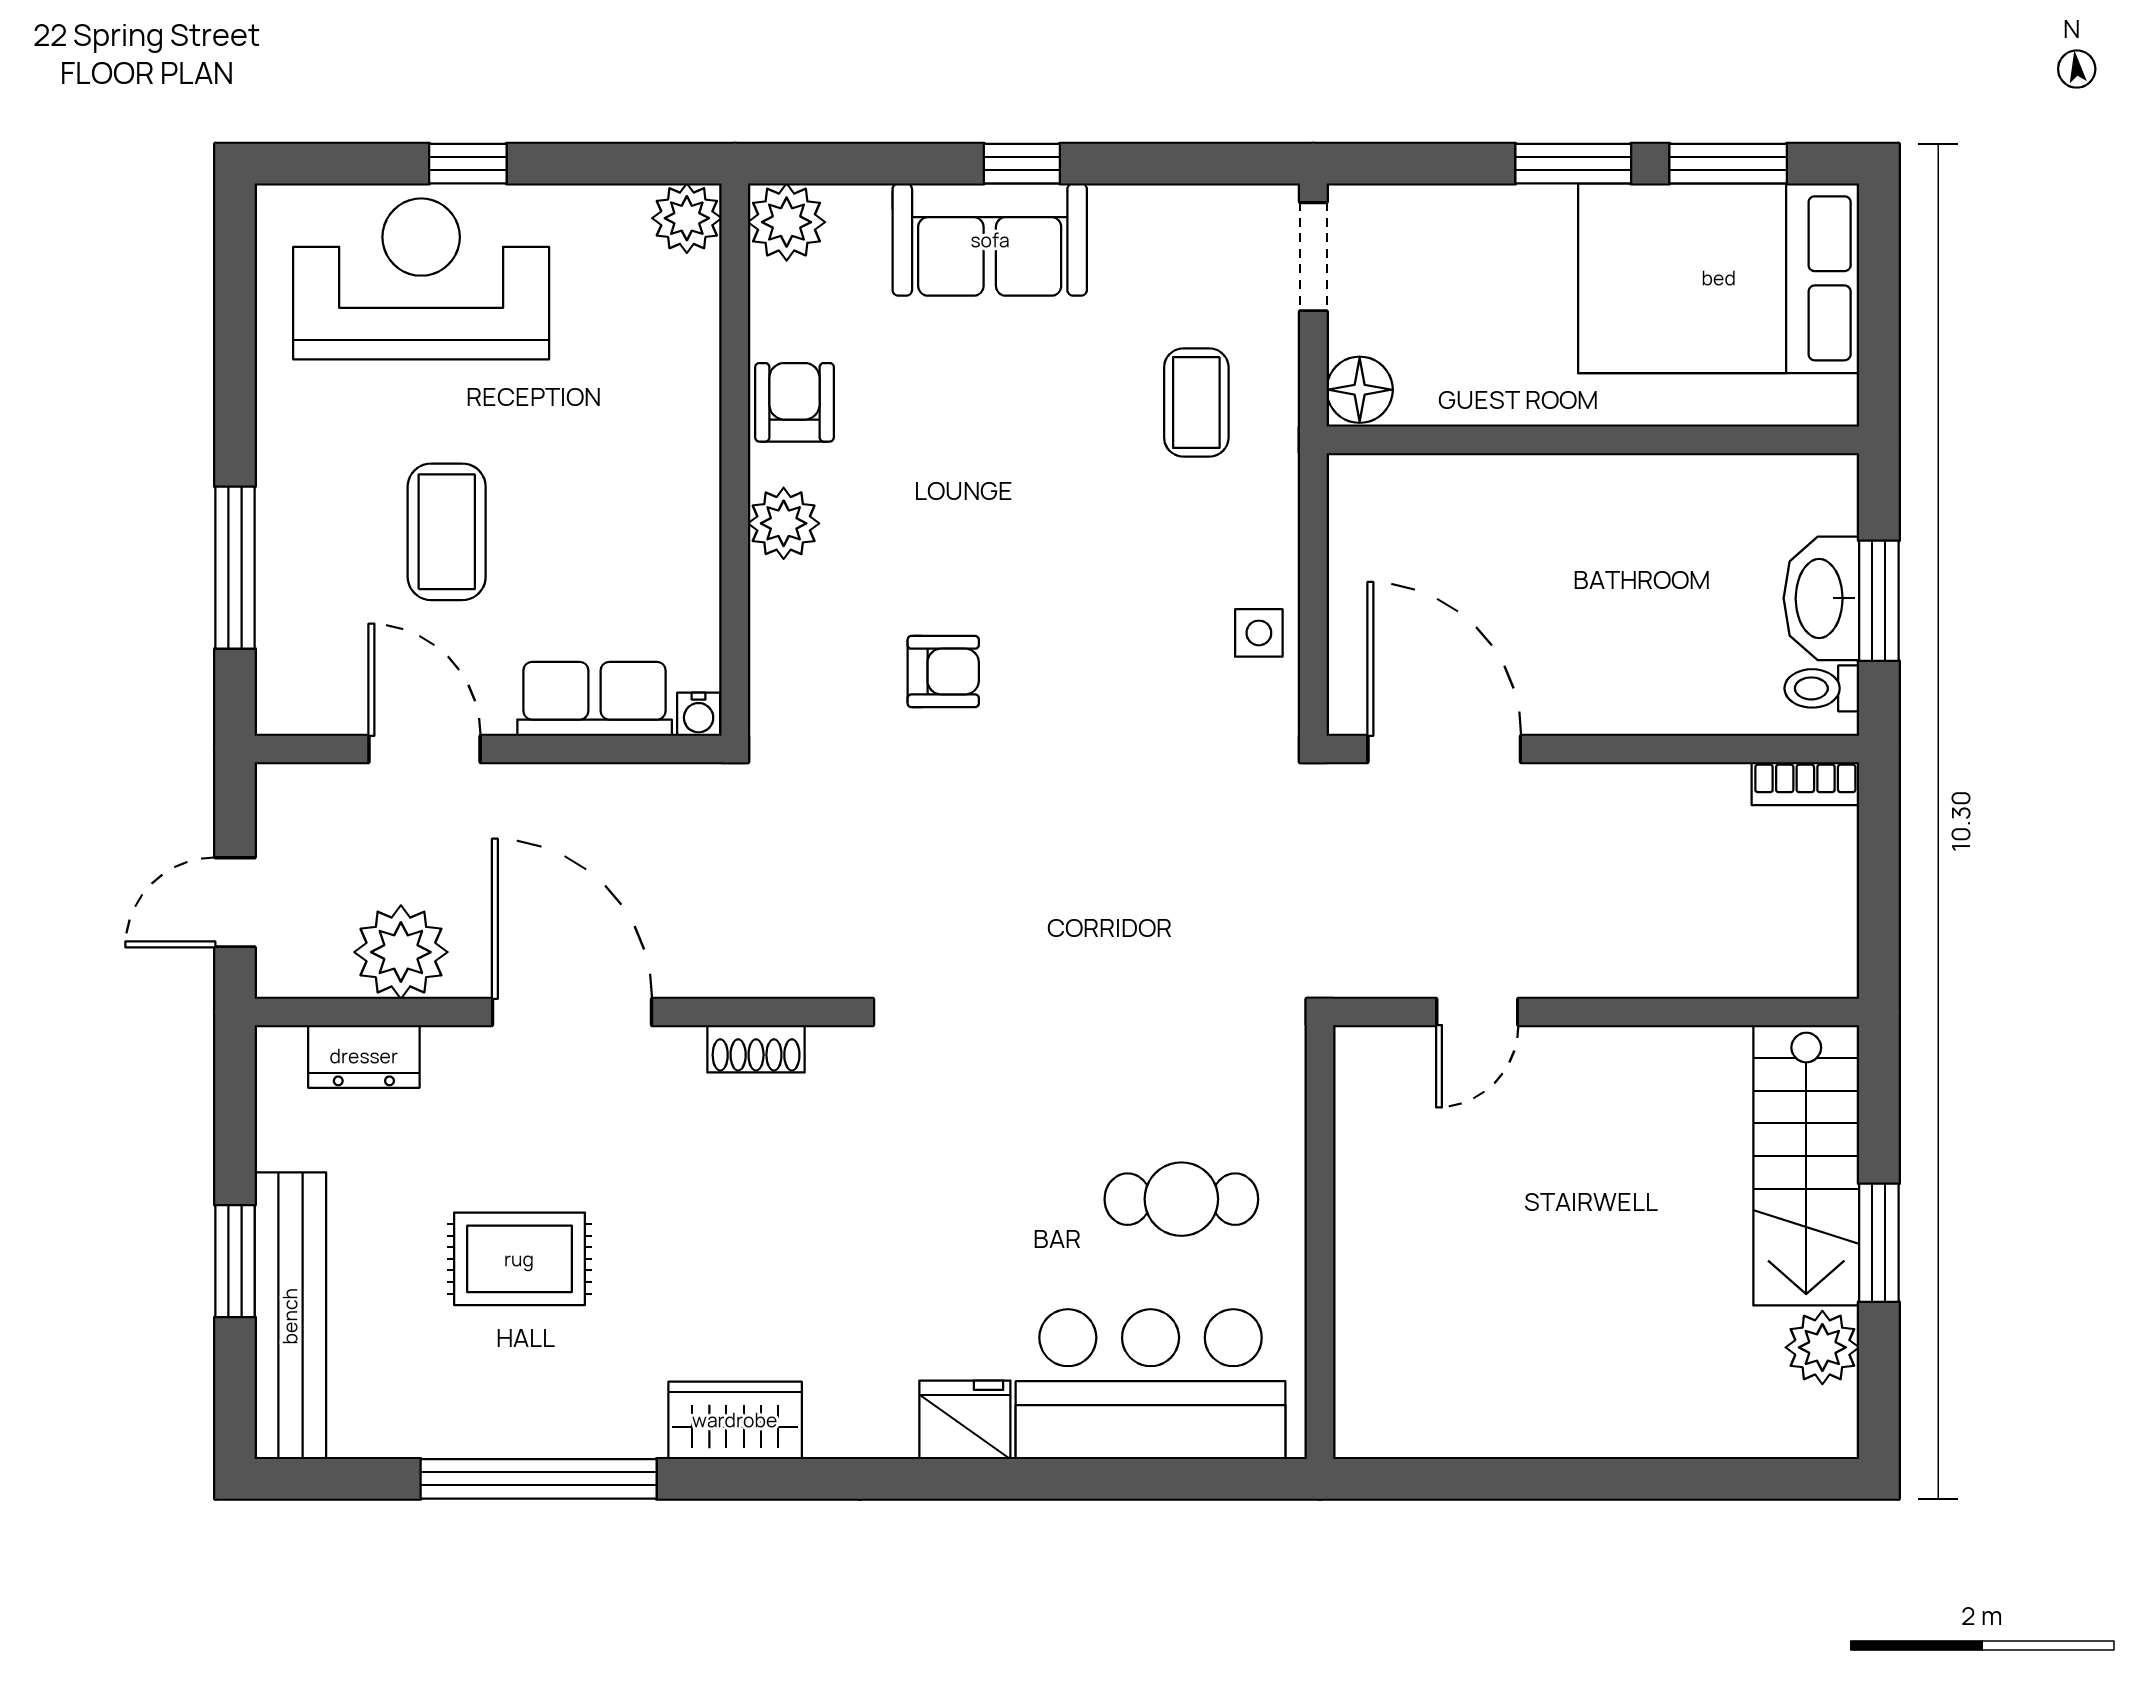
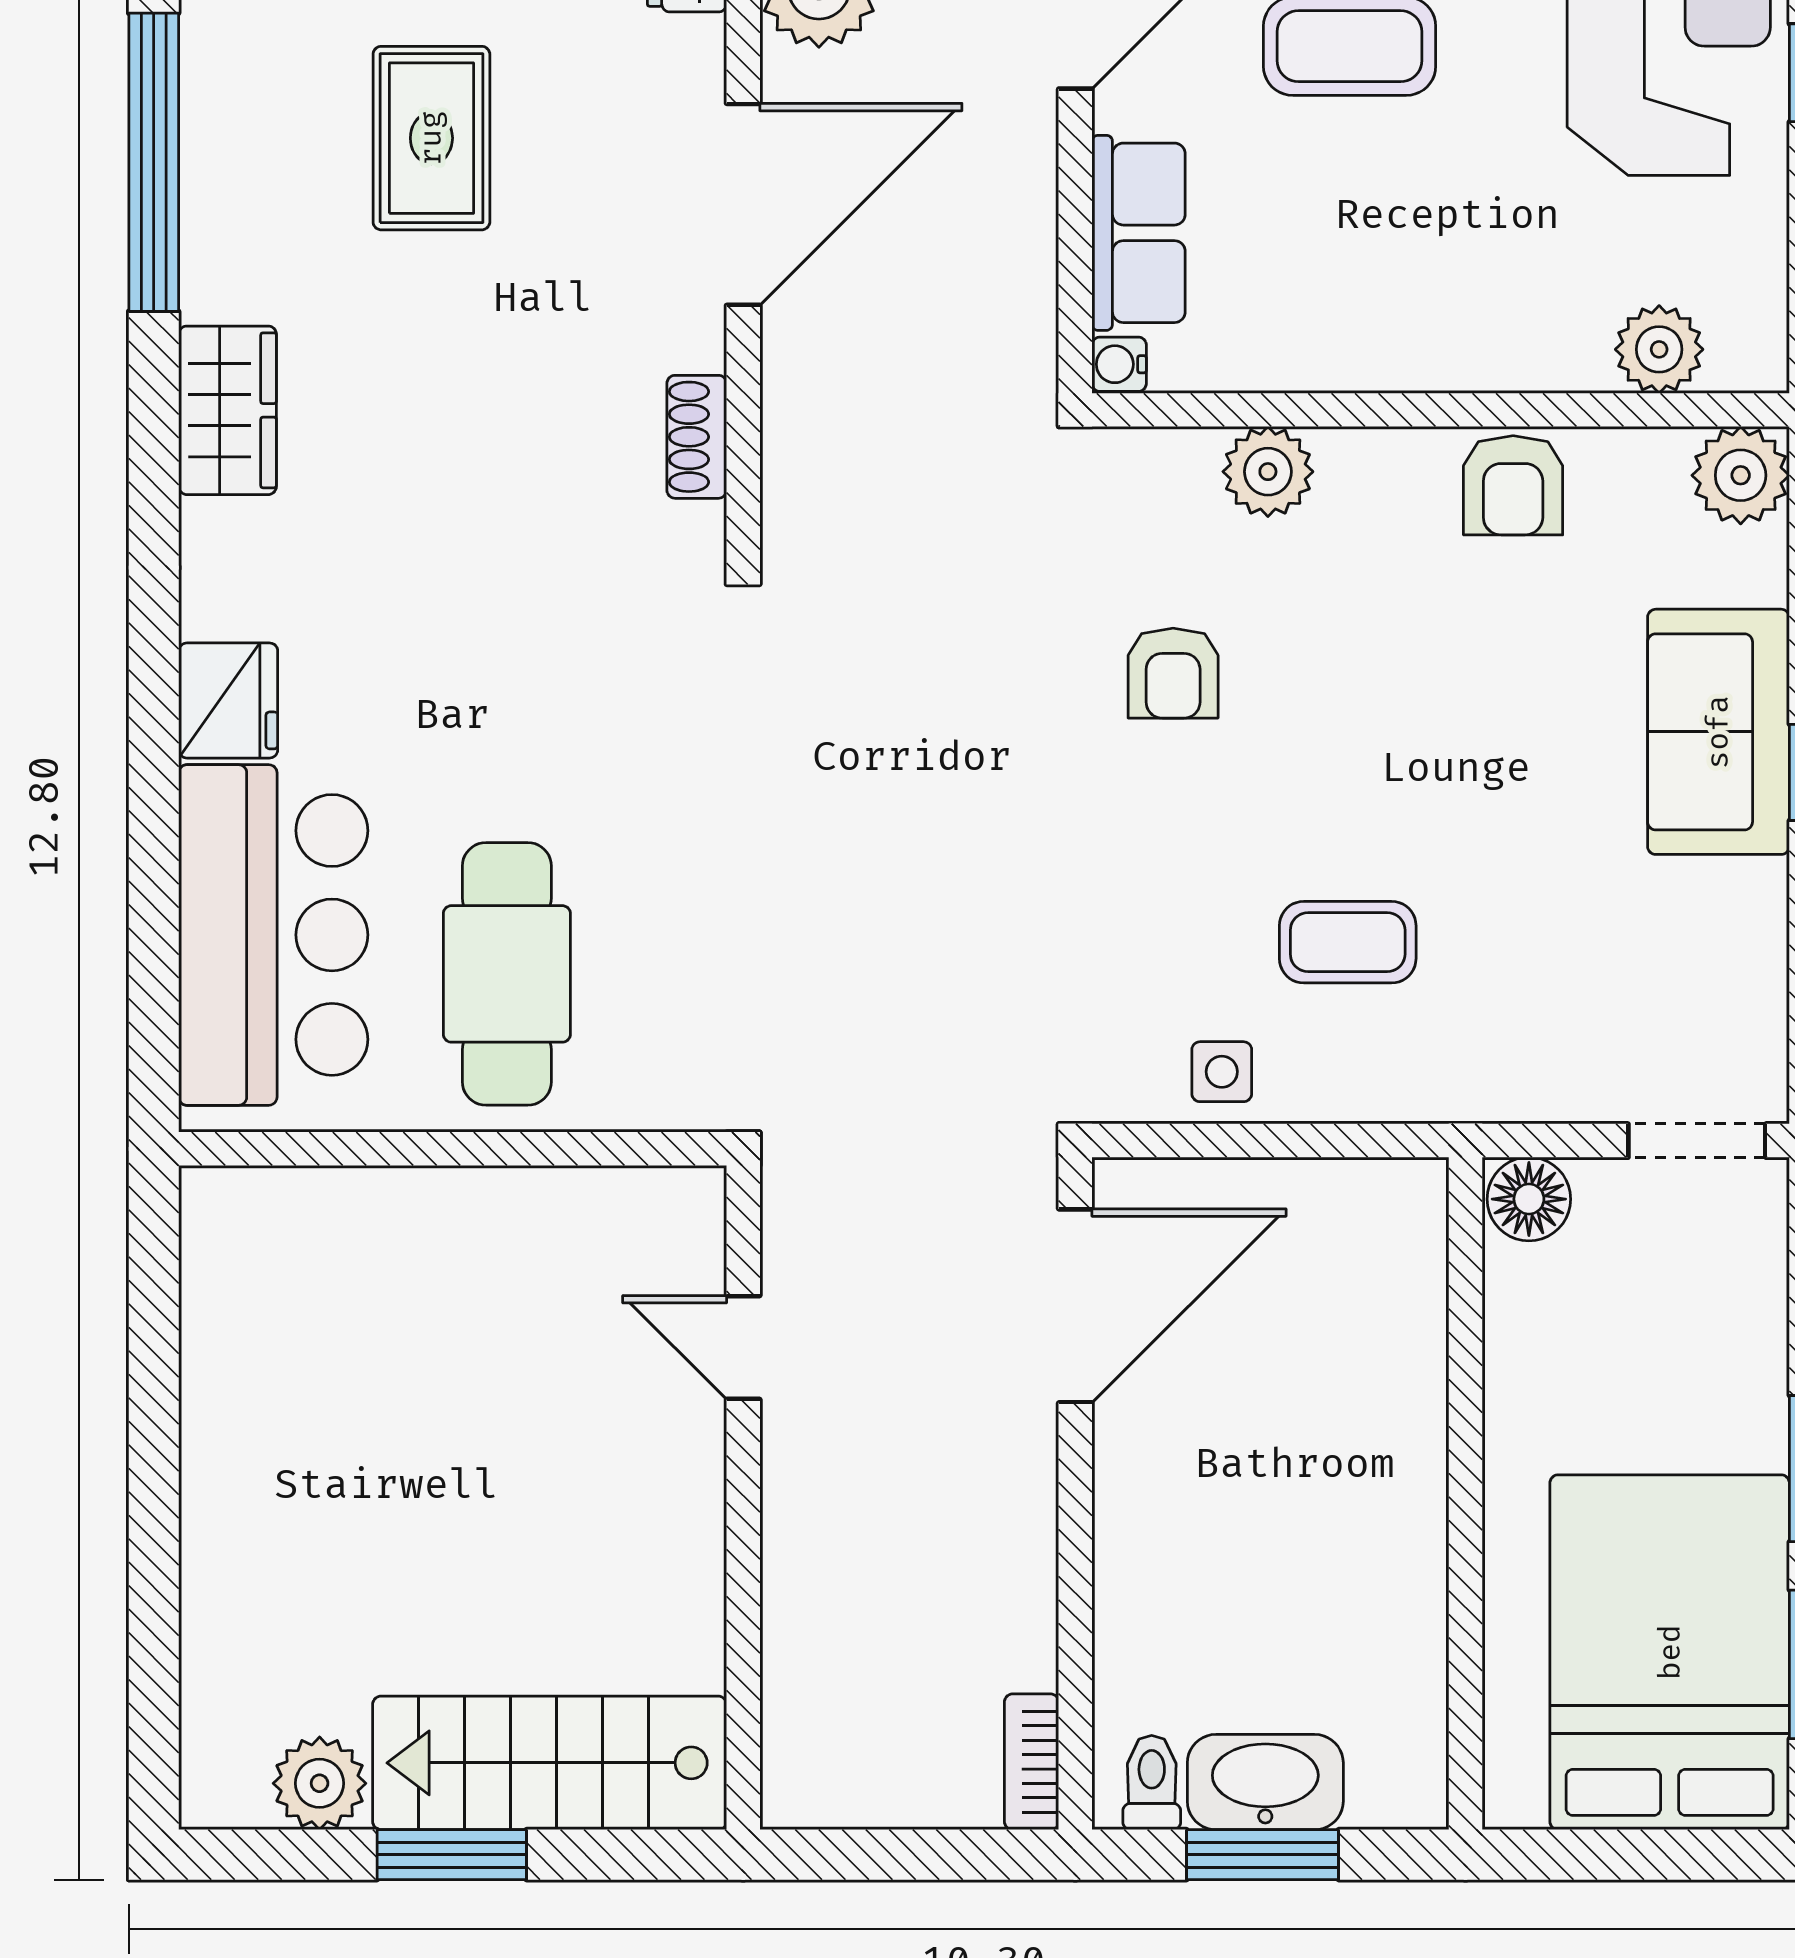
plant: (687, 218) -> (1659, 349), moved
armchair: (794, 402) -> (1513, 485), turned 90
coffee table: (1196, 402) -> (1348, 942), moved
plant: (784, 523) -> (1268, 472), moved
cafe table: (1181, 1199) -> (507, 974), width x1.37, depth x1.35

